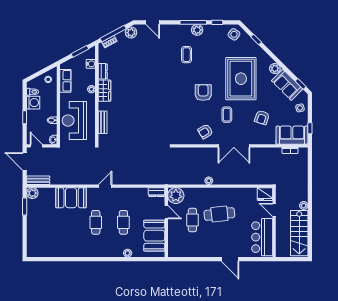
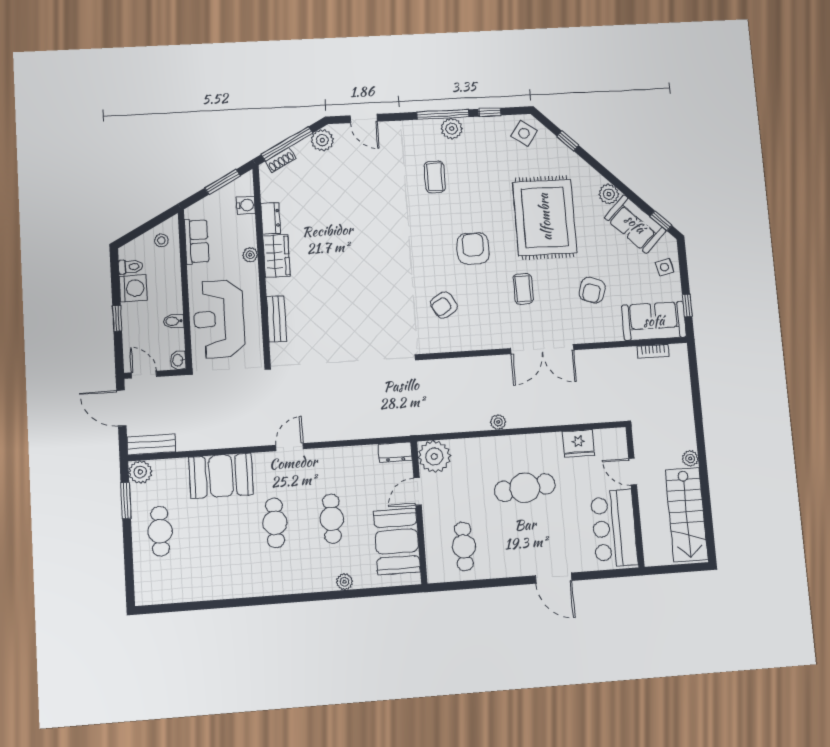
armchair: (205, 131) -> (444, 305), moved
fridge: (265, 194) -> (578, 443), moved
door: (166, 212) -> (418, 491), swing flipped
cafe table: (192, 220) -> (464, 546), moved
cafe table: (40, 222) -> (160, 531), added

